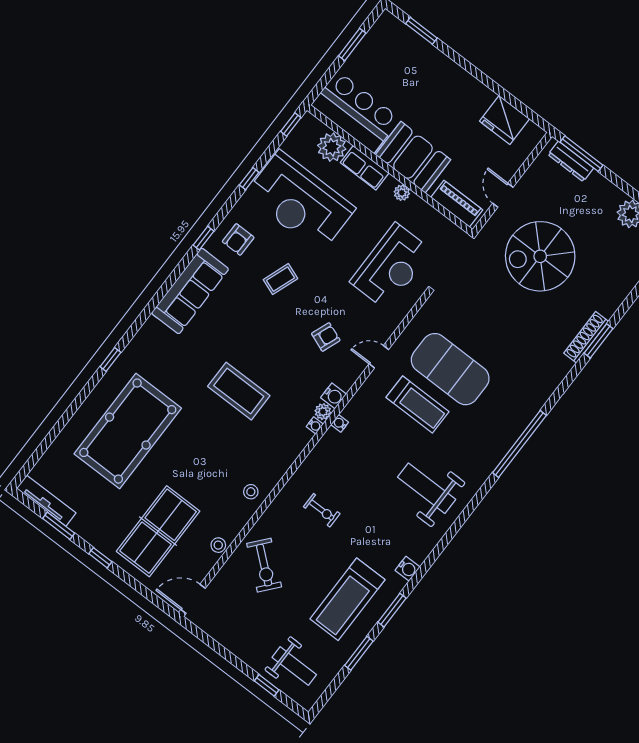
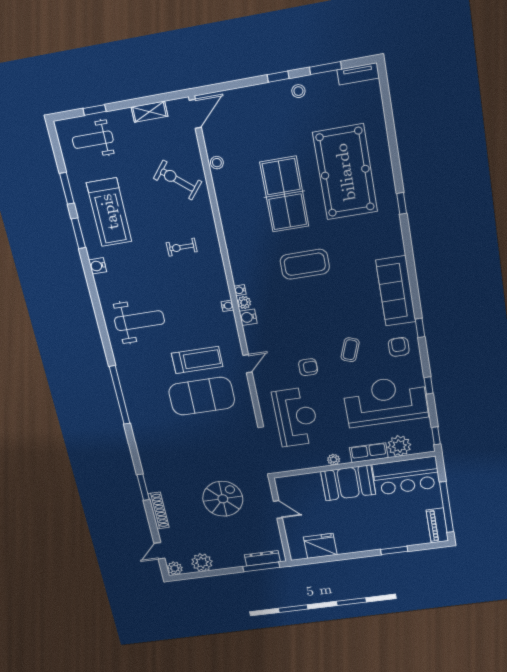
window: (421, 31) -> (394, 550), moved
window: (352, 44) -> (447, 507), width x2.11
piano: (457, 204) -> (437, 525), moved, turned 90
spiral stairs: (540, 256) -> (223, 499), width x0.73, depth x0.73
reception desk: (391, 266) -> (296, 417), turned 180
armchair: (326, 337) -> (308, 367), moved, turned -111
shoe rack: (586, 337) -> (159, 511), moved
treadmill: (417, 404) -> (197, 360), turned 180
stool: (251, 492) -> (298, 91), moved
tv unit: (46, 501) -> (358, 74), width x0.71
table tennis table: (158, 531) -> (284, 194), moved
treadmill: (347, 599) -> (109, 212), turned 180
shelving: (226, 638) -> (149, 112), added

